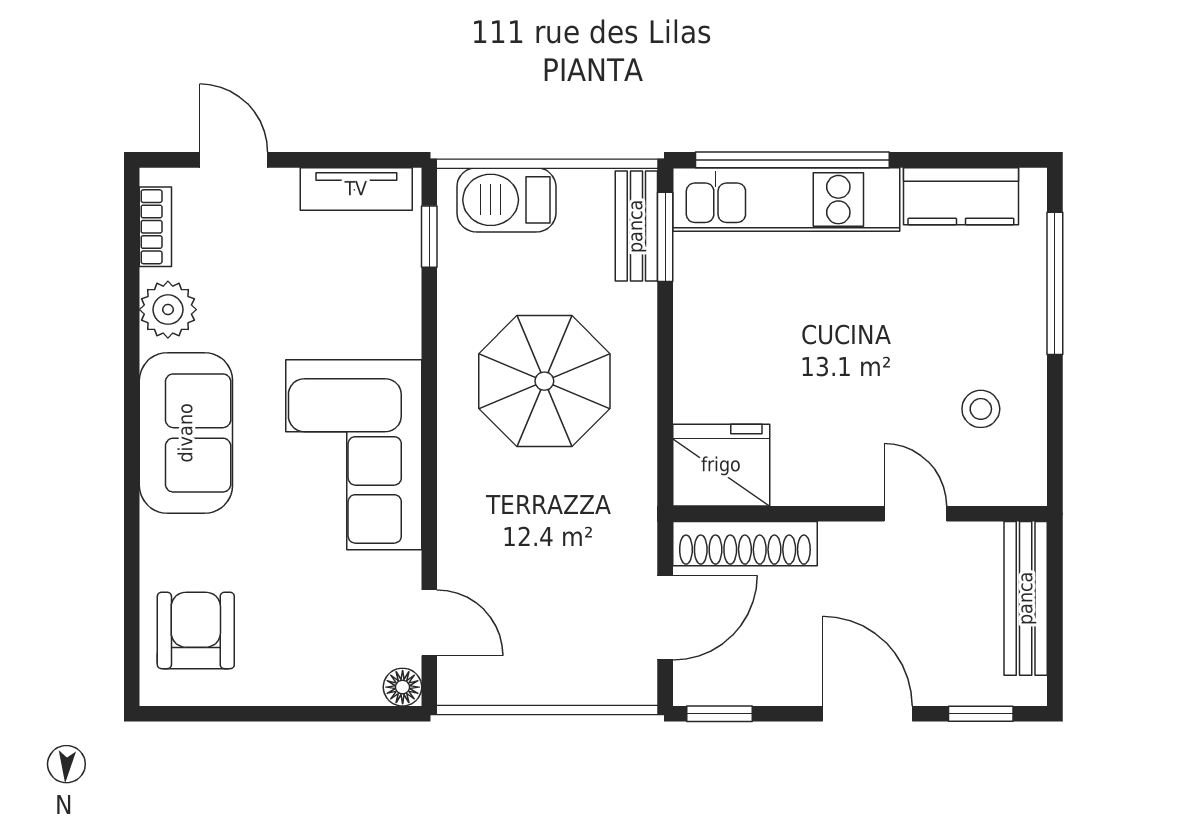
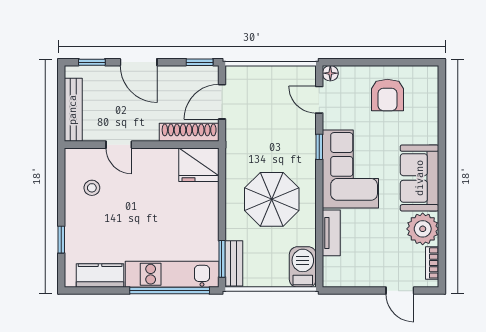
tv unit: (356, 189) -> (331, 233), moved, turned 90
barbecue: (506, 200) -> (303, 267), moved, turned -90
window: (429, 237) -> (319, 147), moved
window: (1055, 283) -> (61, 240), width x0.46
plant: (168, 310) -> (423, 229), width x1.36, depth x1.36
armchair: (196, 630) -> (387, 95), moved

